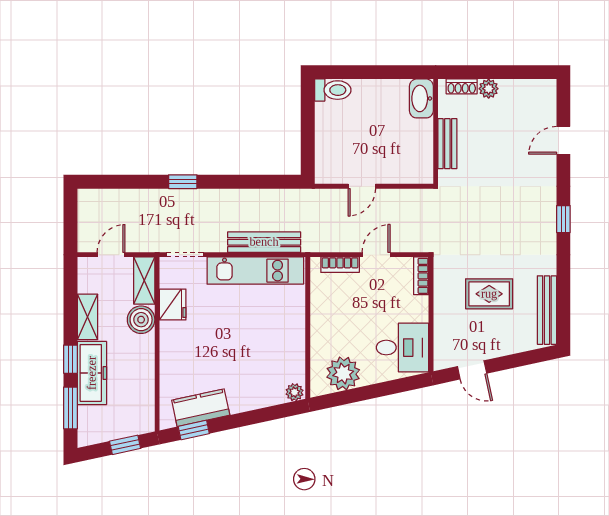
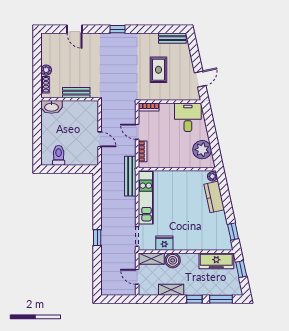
toilet: (333, 90) -> (59, 155), moved
bench: (264, 242) -> (130, 176), moved
bench: (547, 310) -> (172, 38), width x0.73
freezer: (92, 373) -> (216, 261), moved, turned 180
kitchen counter: (201, 408) -> (214, 197), moved

